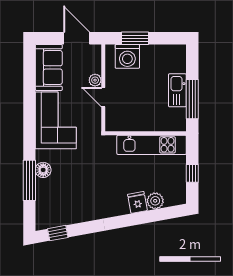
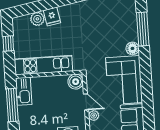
kitchen sink: (177, 90) -> (24, 91), moved
boiler: (114, 122) -> (76, 82), added
floor lamp: (43, 170) -> (132, 48), moved

